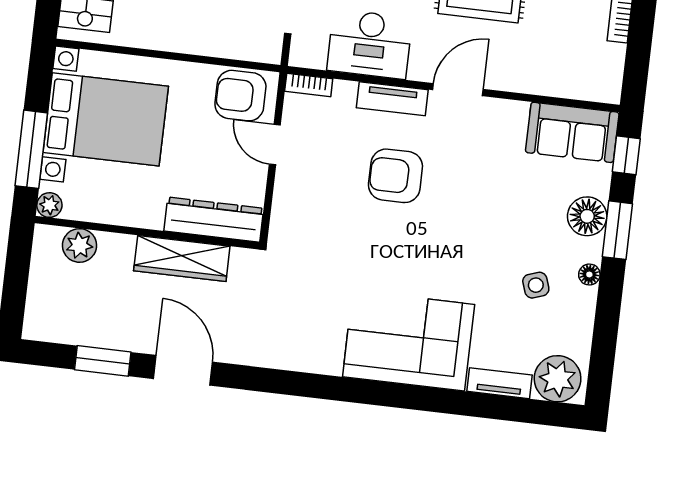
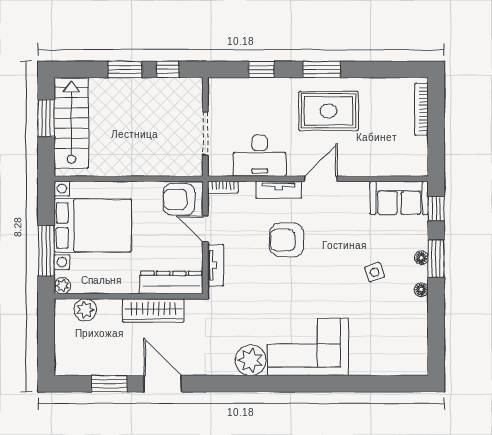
floor lamp: (587, 216) -> (421, 258), width x0.53, depth x0.53
side table: (536, 285) -> (375, 272), moved
plant: (558, 379) -> (251, 360), moved
tv unit: (499, 383) -> (216, 265), moved, turned 90

